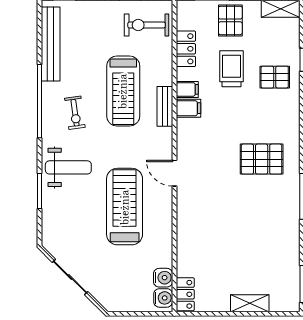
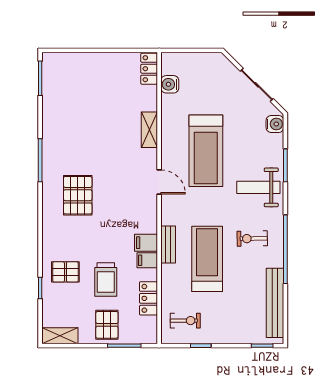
exercise bike: (147, 25) -> (185, 321), width x0.73, depth x0.72
exercise bike: (75, 113) -> (252, 239), turned -83
pallet: (262, 159) -> (78, 195), turned 90
water cooler: (163, 298) -> (275, 124), moved, turned 180
shelving: (250, 303) -> (149, 130), moved, turned 90

